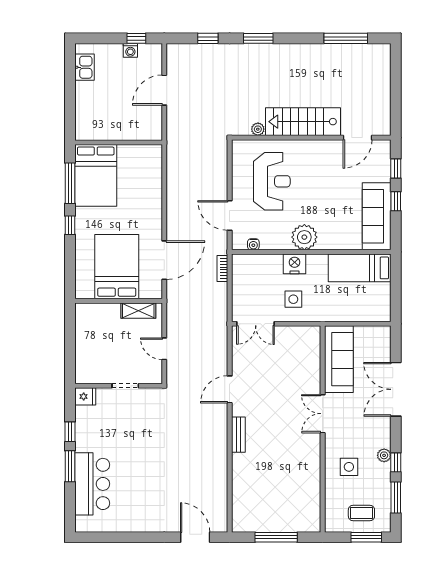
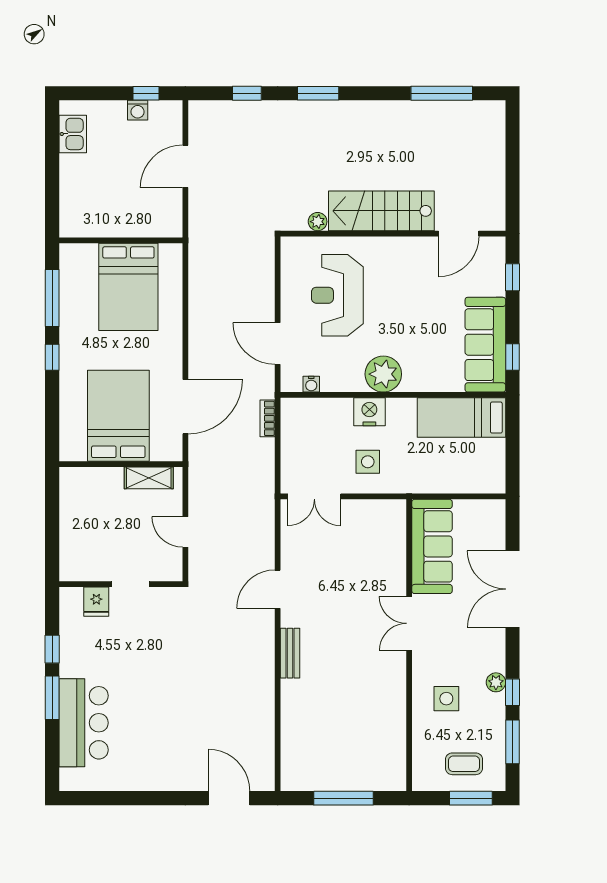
bed: (96, 175) -> (128, 287), moved
reception desk: (272, 181) -> (337, 295), turned 180
window: (396, 201) -> (512, 357), moved
fridge: (85, 396) -> (96, 602), moved, turned 90

